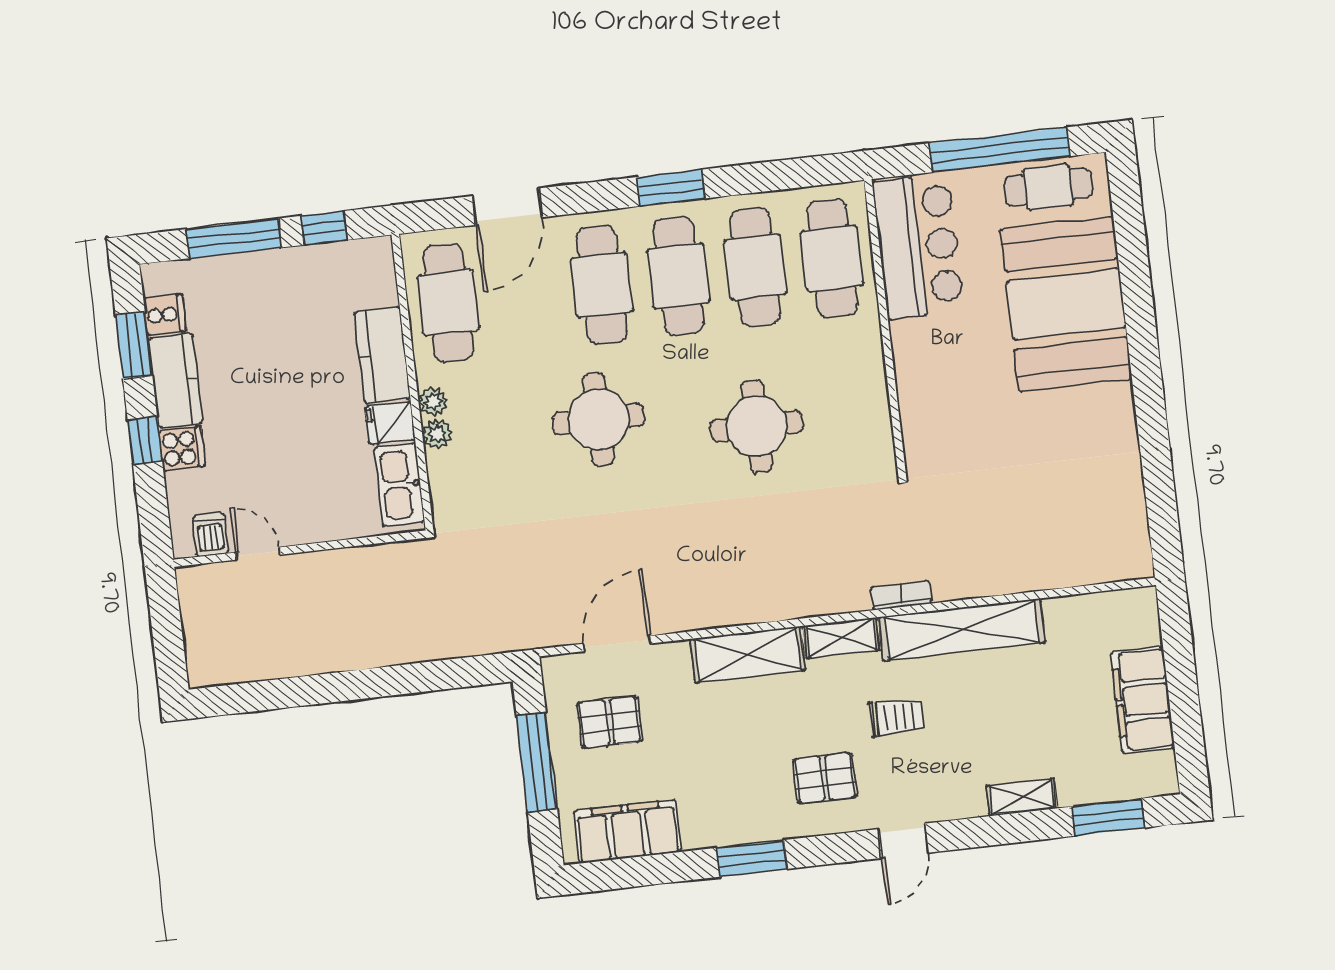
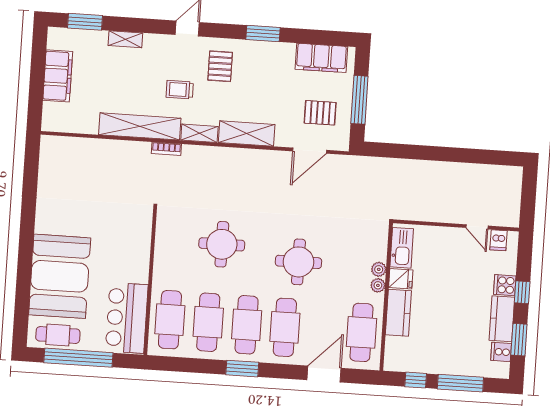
pallet: (825, 778) -> (220, 66), turned 90

